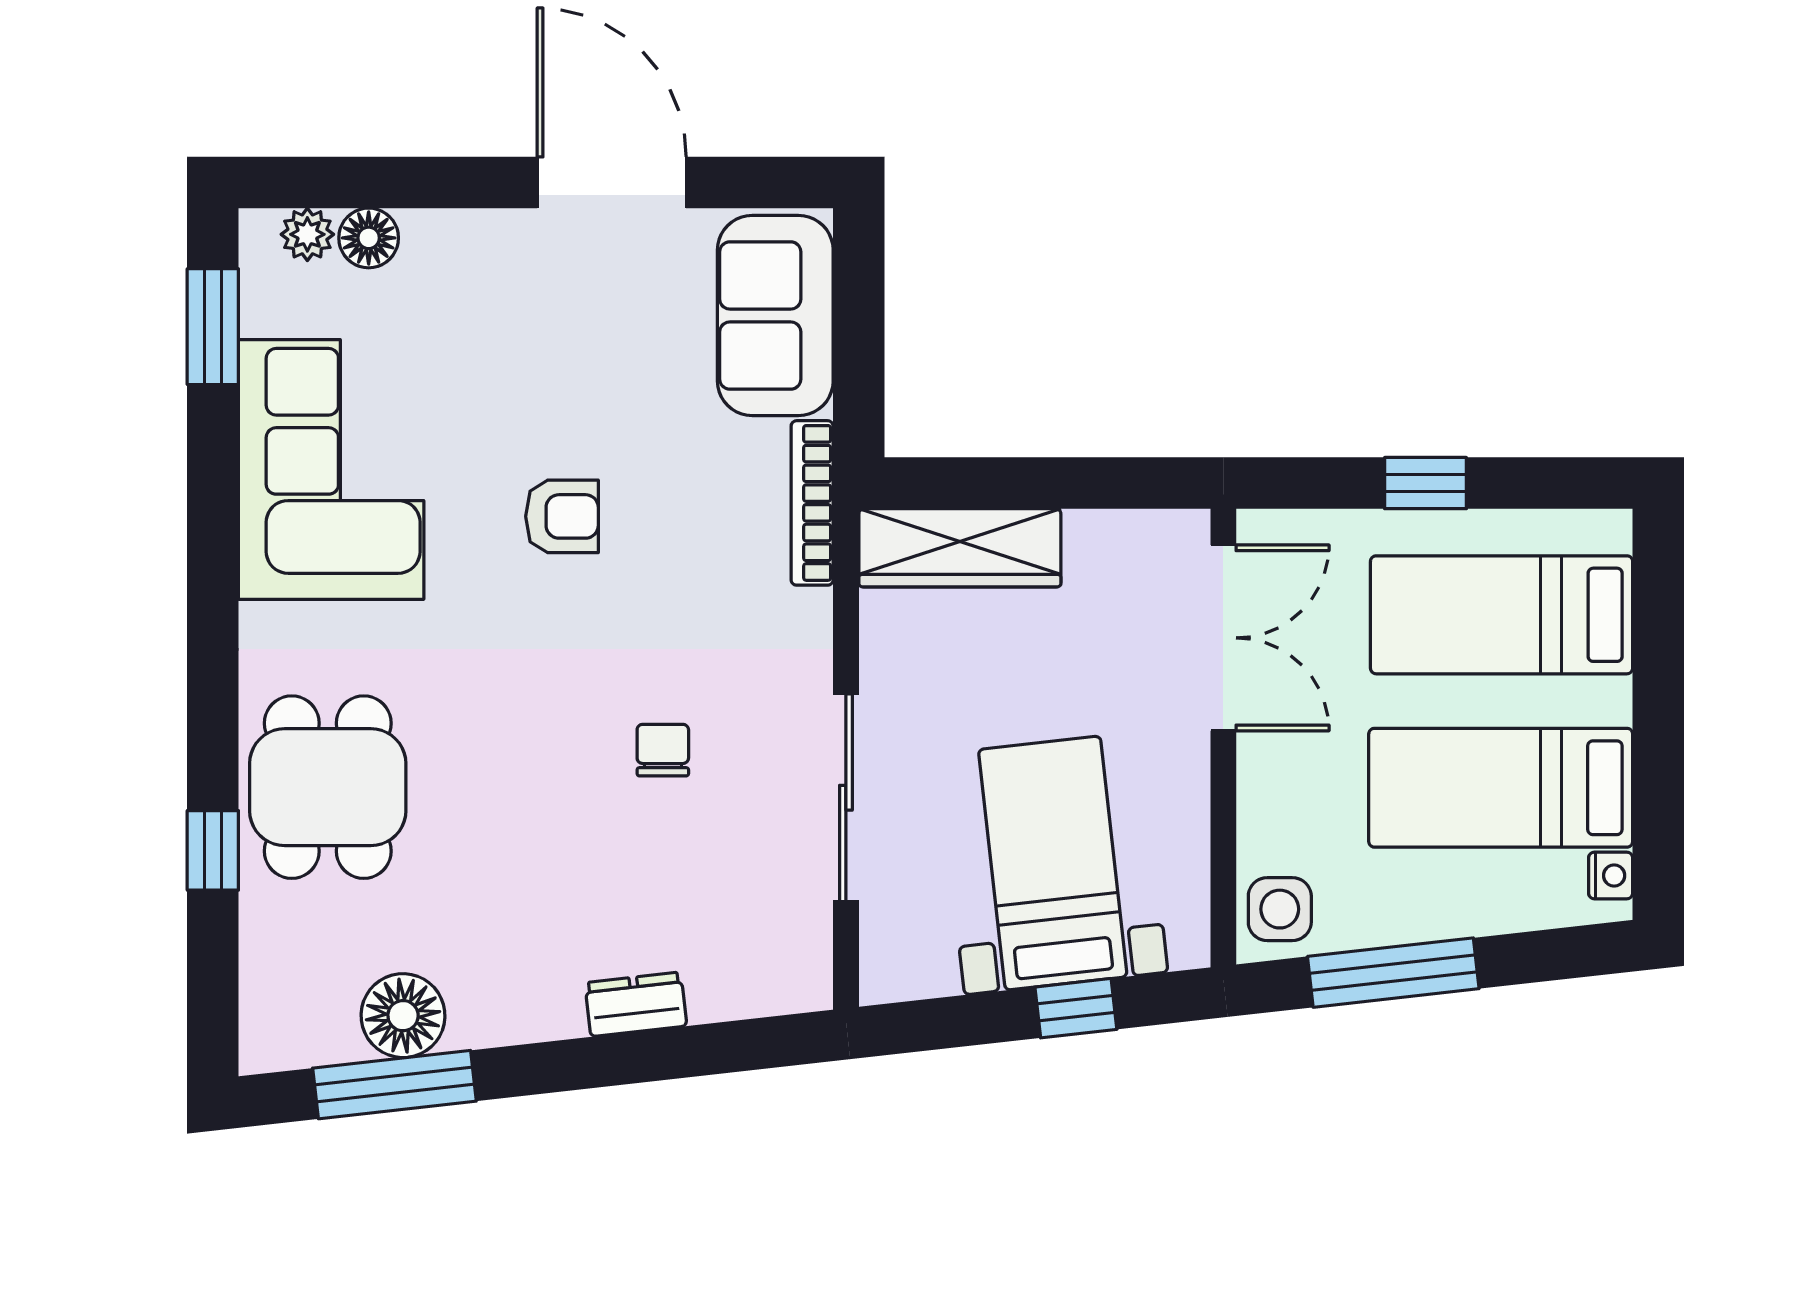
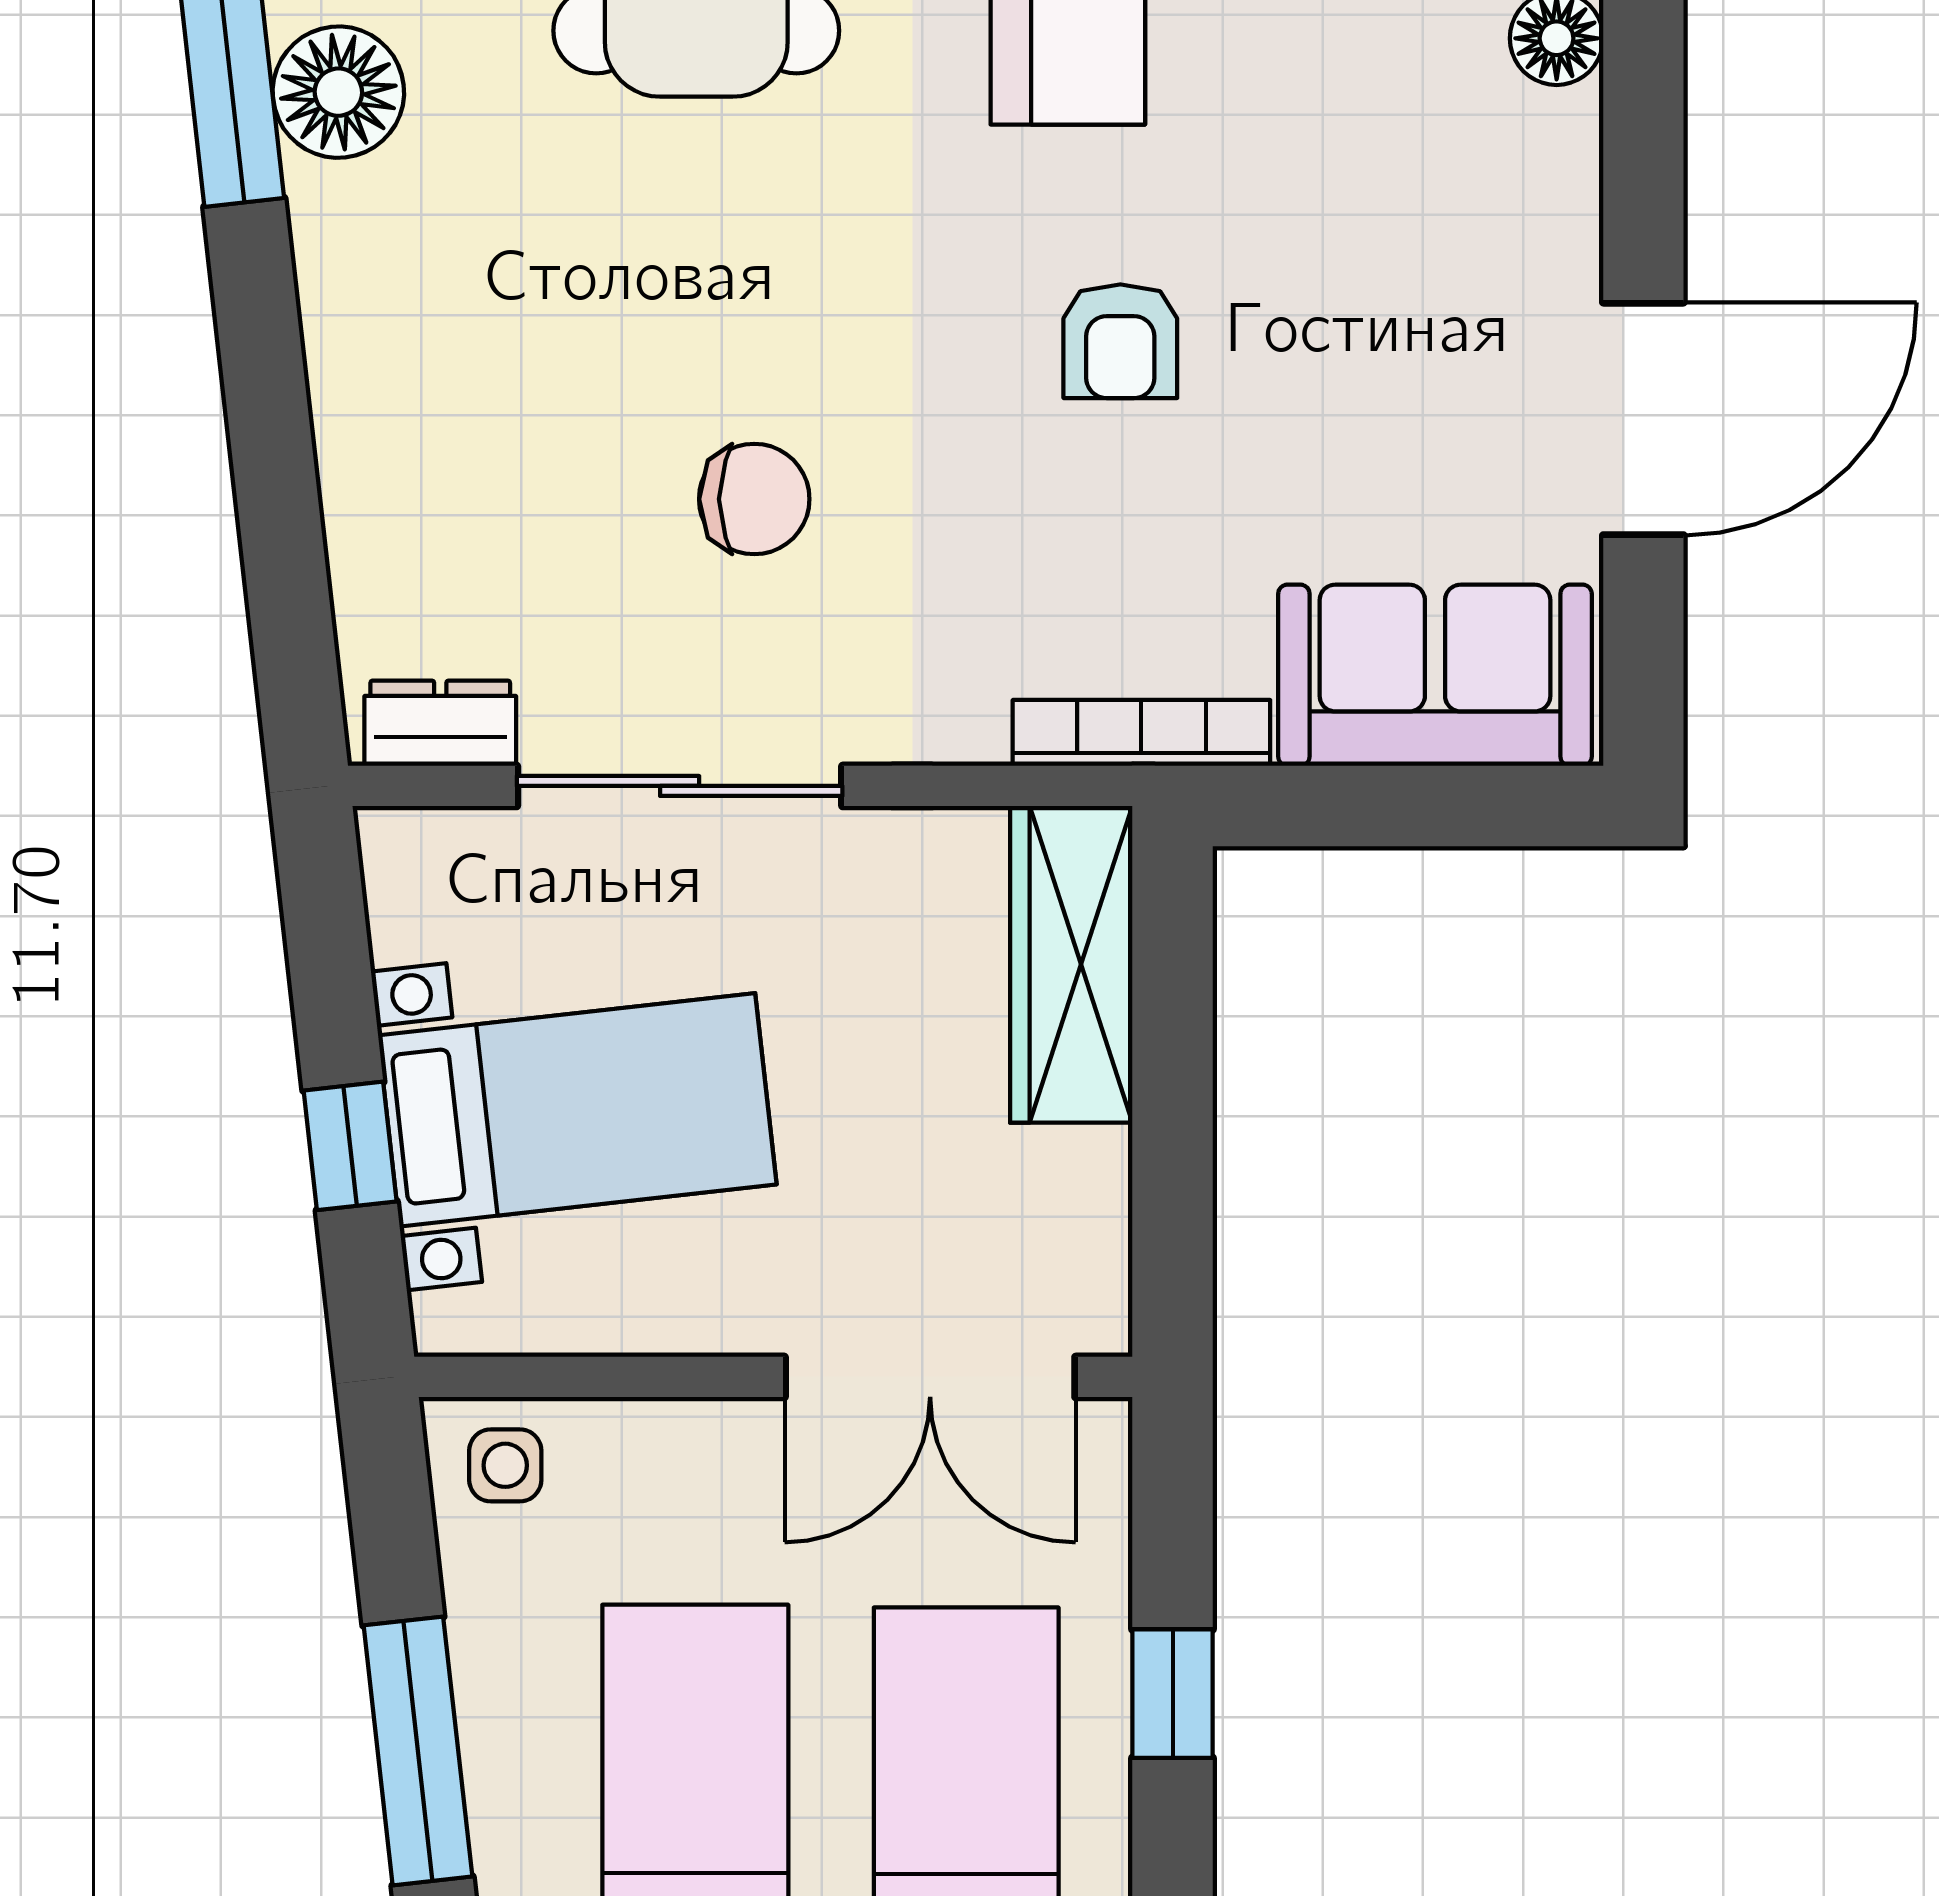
chair: (663, 750) -> (754, 499), width x1.37, depth x1.37
side table: (1280, 909) -> (505, 1465), width x0.73, depth x0.73
window: (1393, 973) -> (418, 1751), moved
dresser: (636, 1004) -> (440, 723), moved, turned -84

